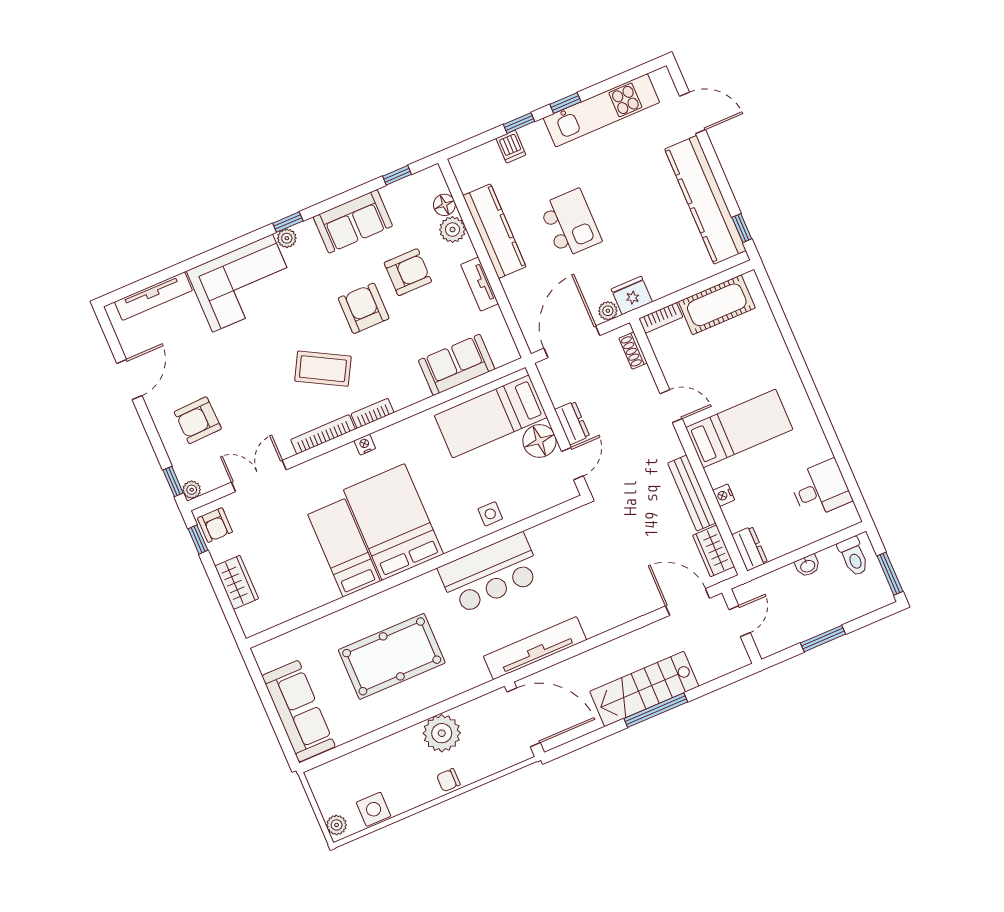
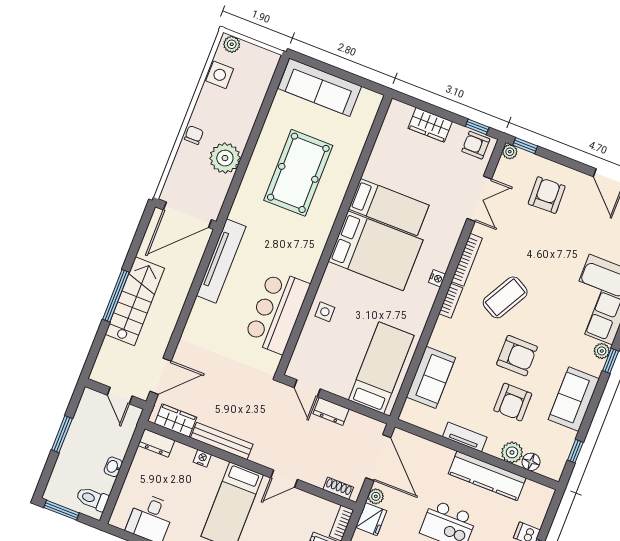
floor lamp: (539, 441) -> (339, 382), removed
bar counter: (490, 573) -> (277, 312), moved

